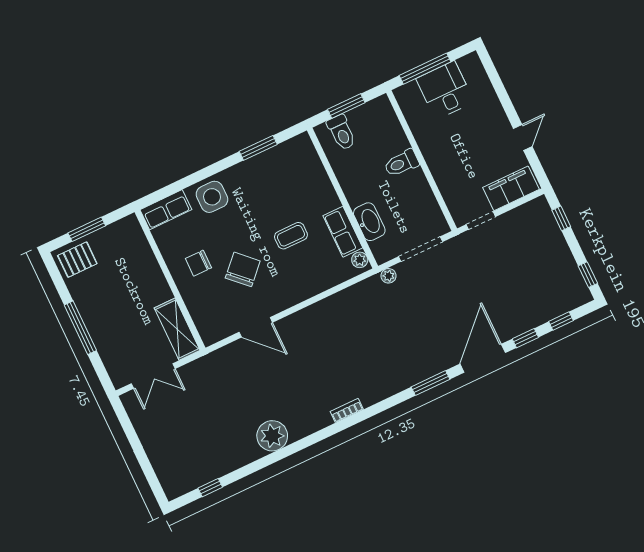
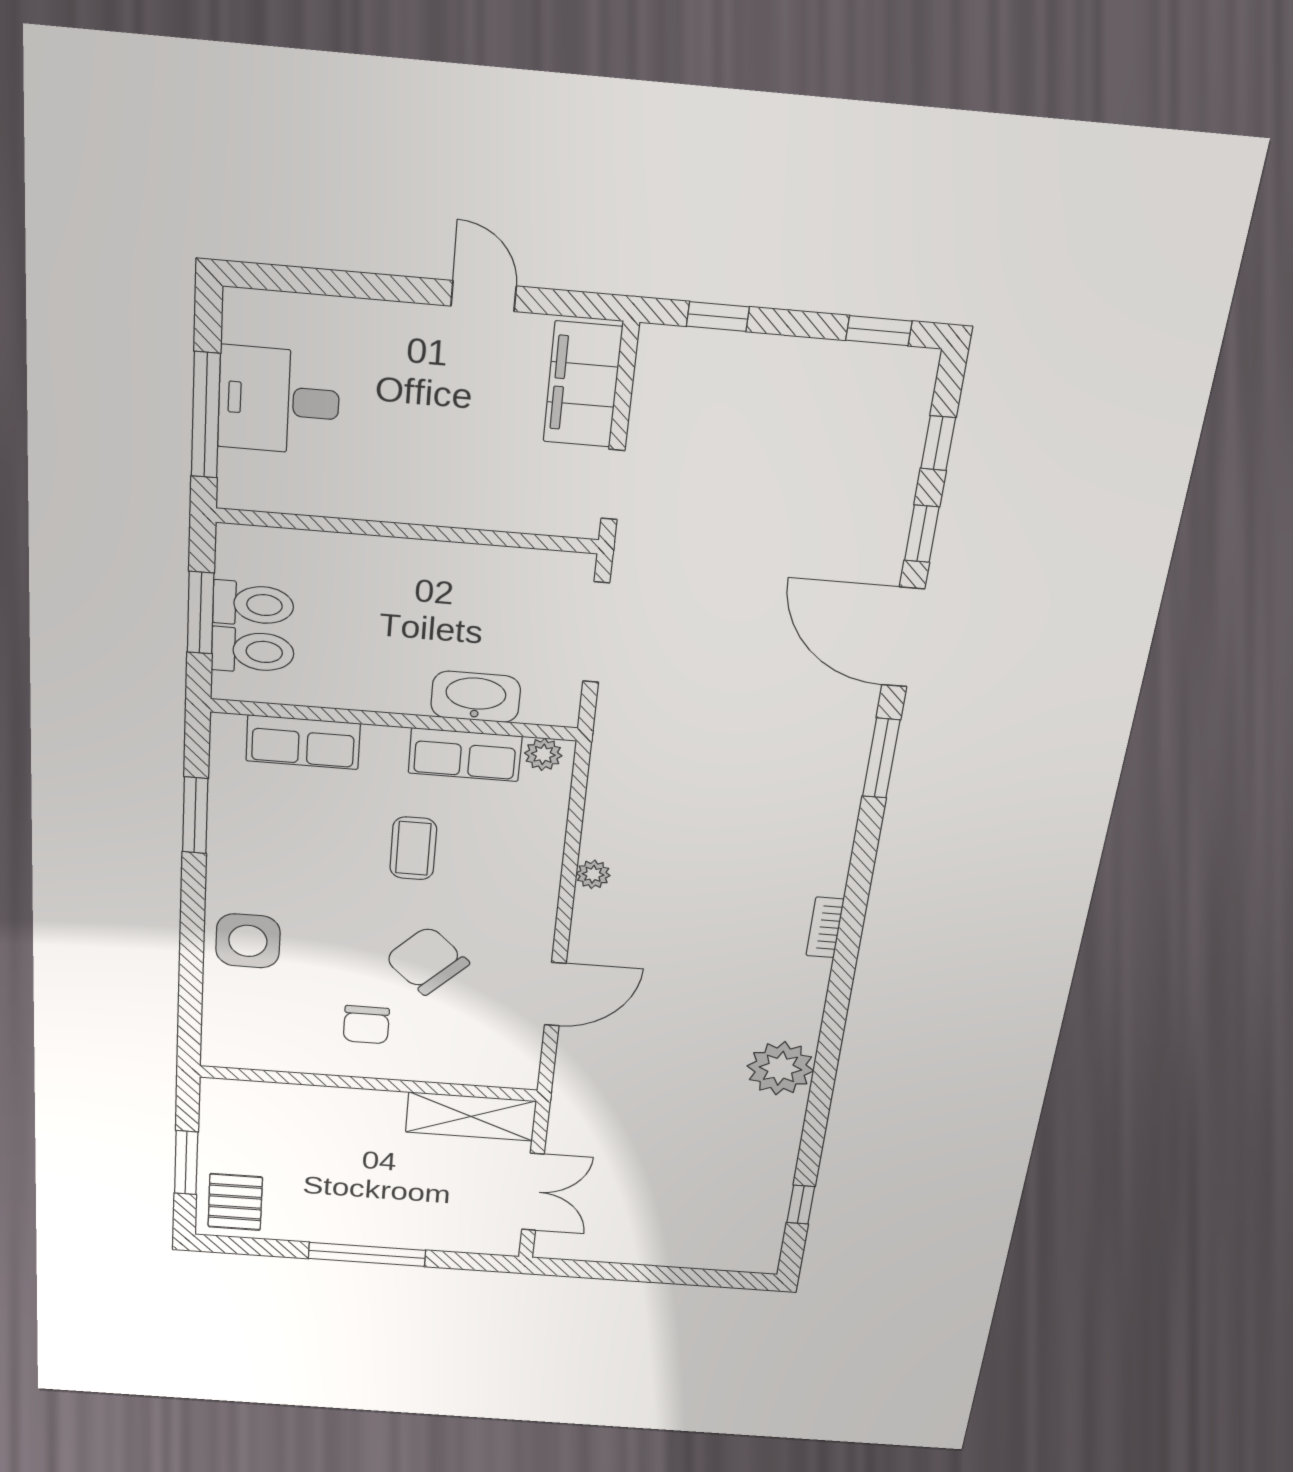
toilet: (401, 163) -> (253, 604), moved, turned -90
row of seats: (166, 210) -> (303, 742), moved, turned 90
plant: (388, 276) -> (593, 874), moved

